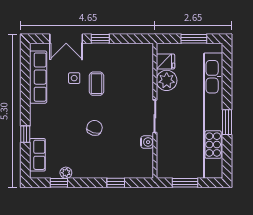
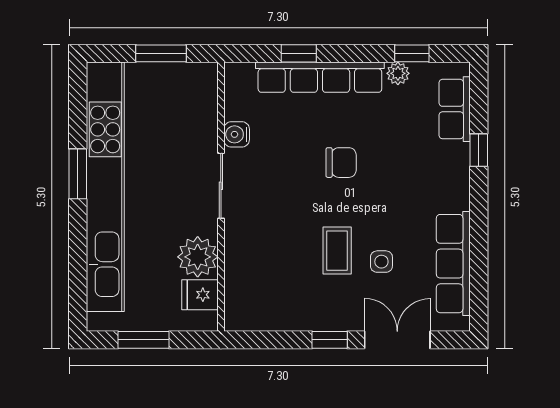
chair: (94, 128) -> (341, 163), turned -106
row of seats: (105, 171) -> (320, 77), added

